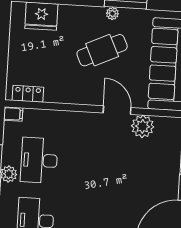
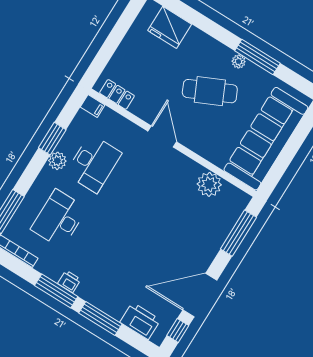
door: (117, 110) -> (162, 137), moved
desk: (39, 160) -> (93, 163), turned 180

